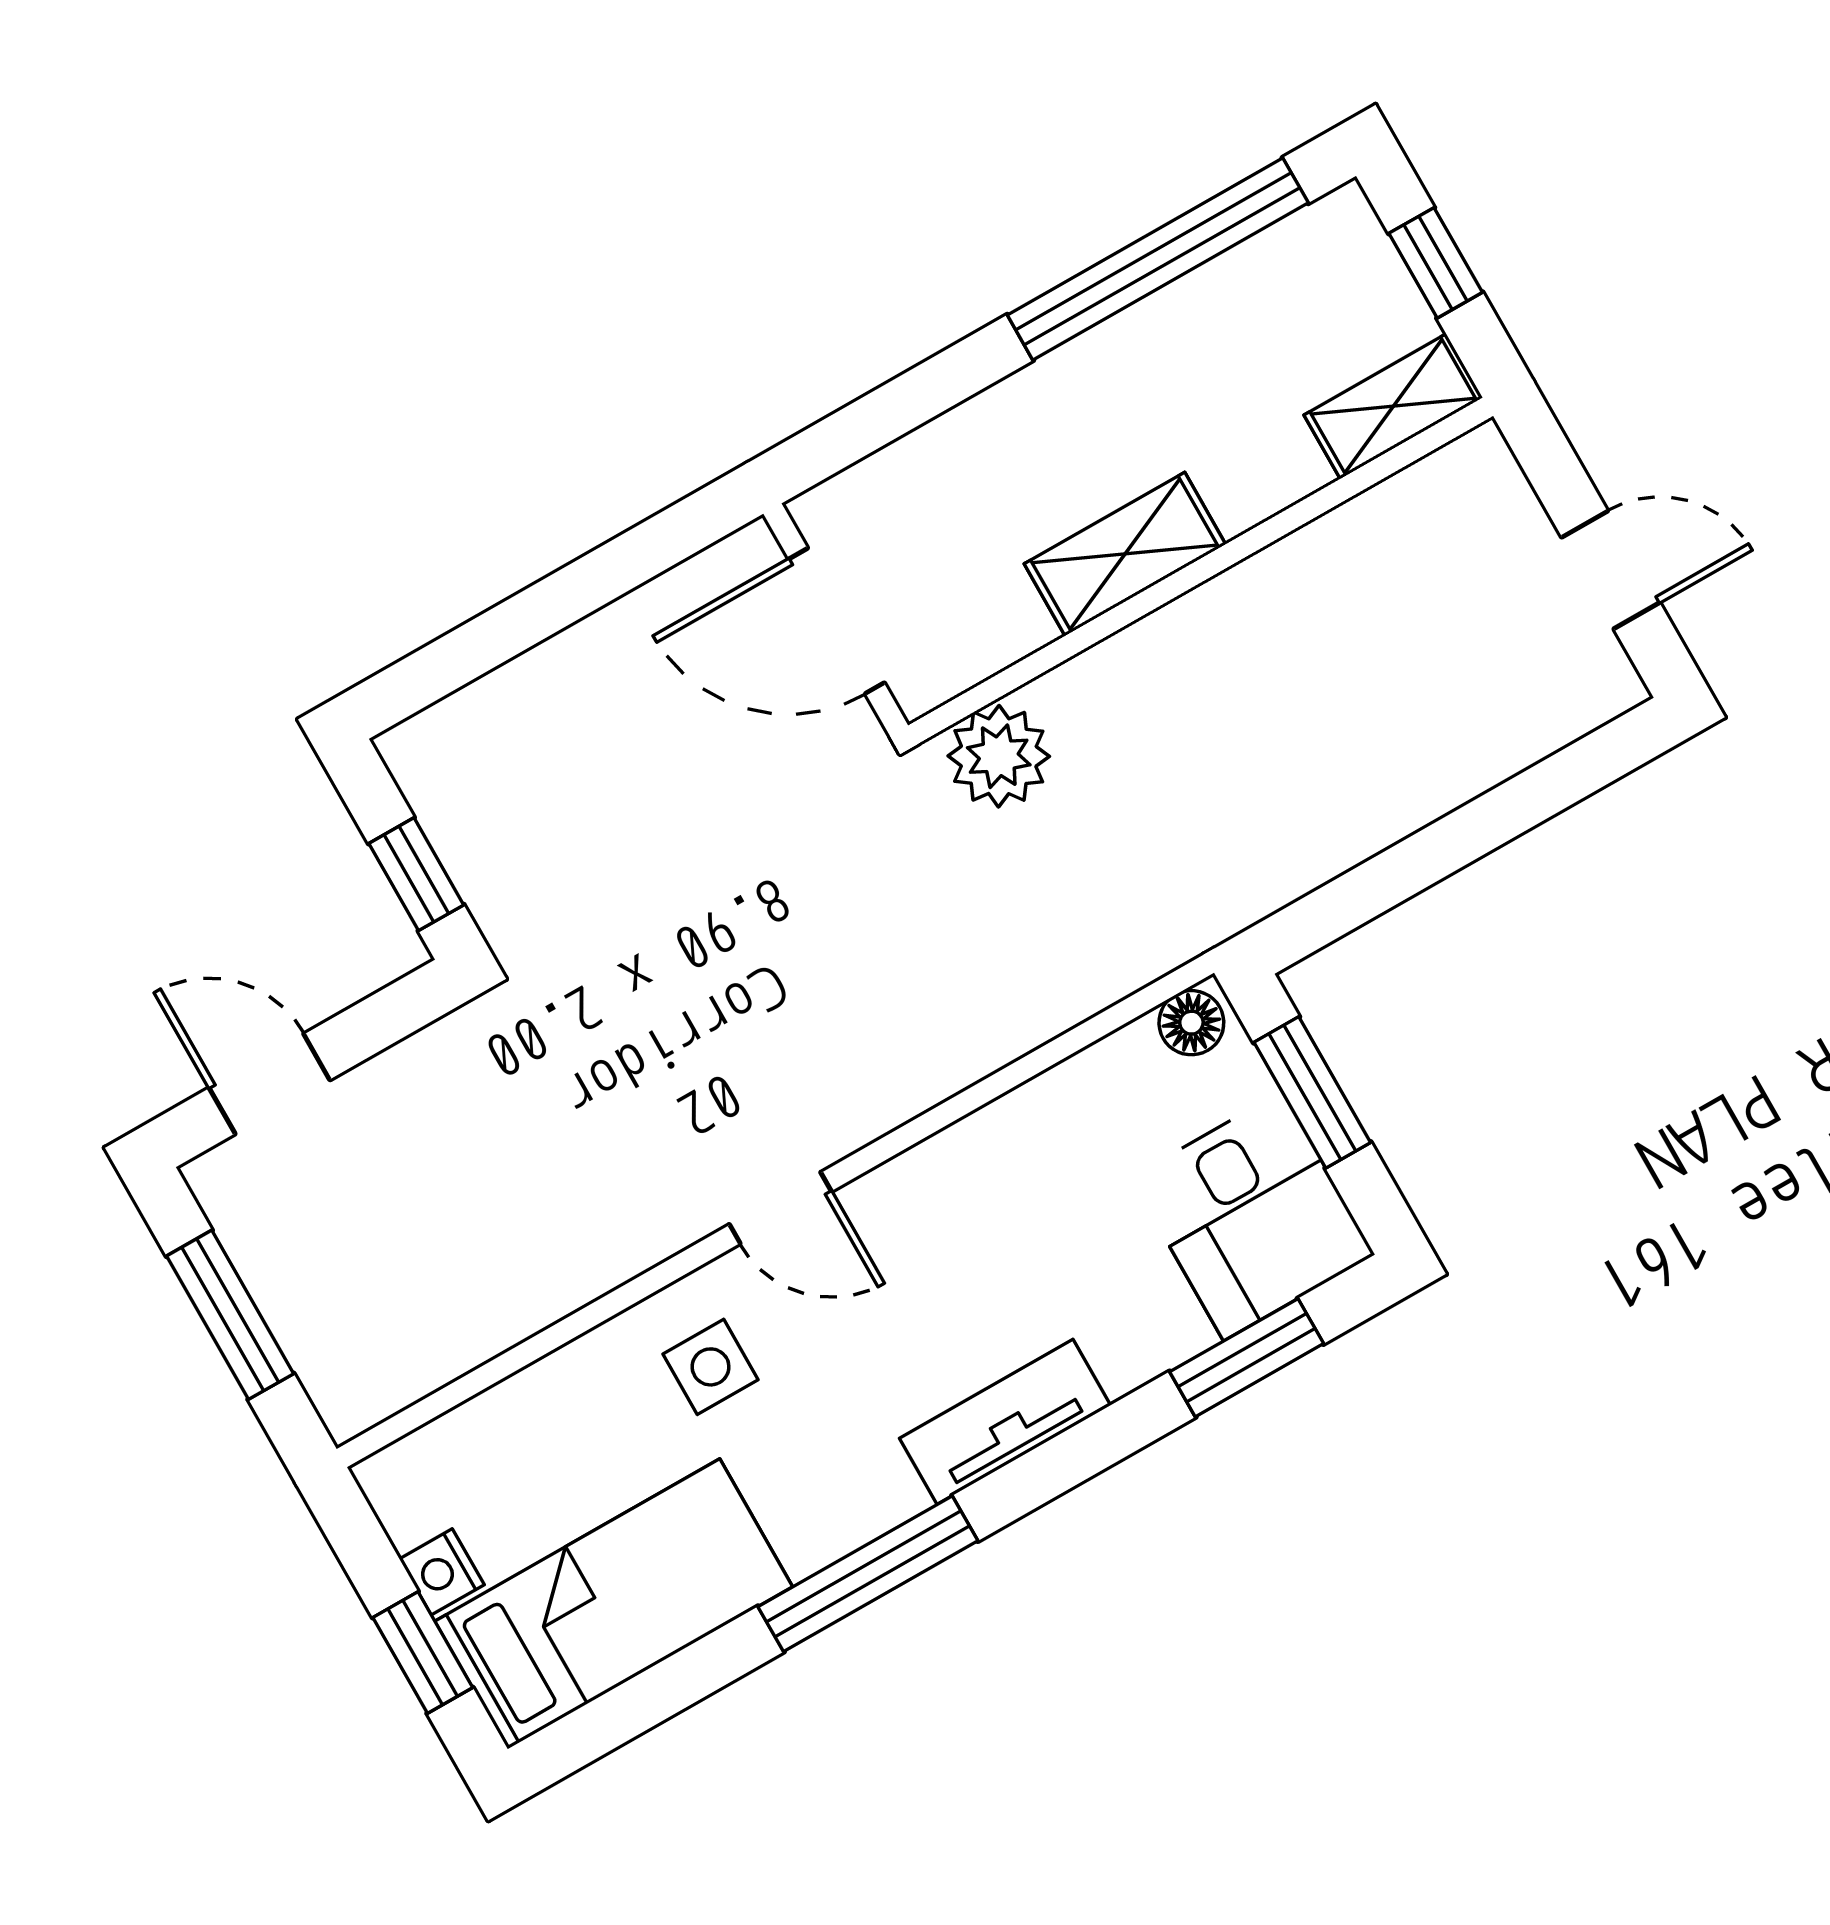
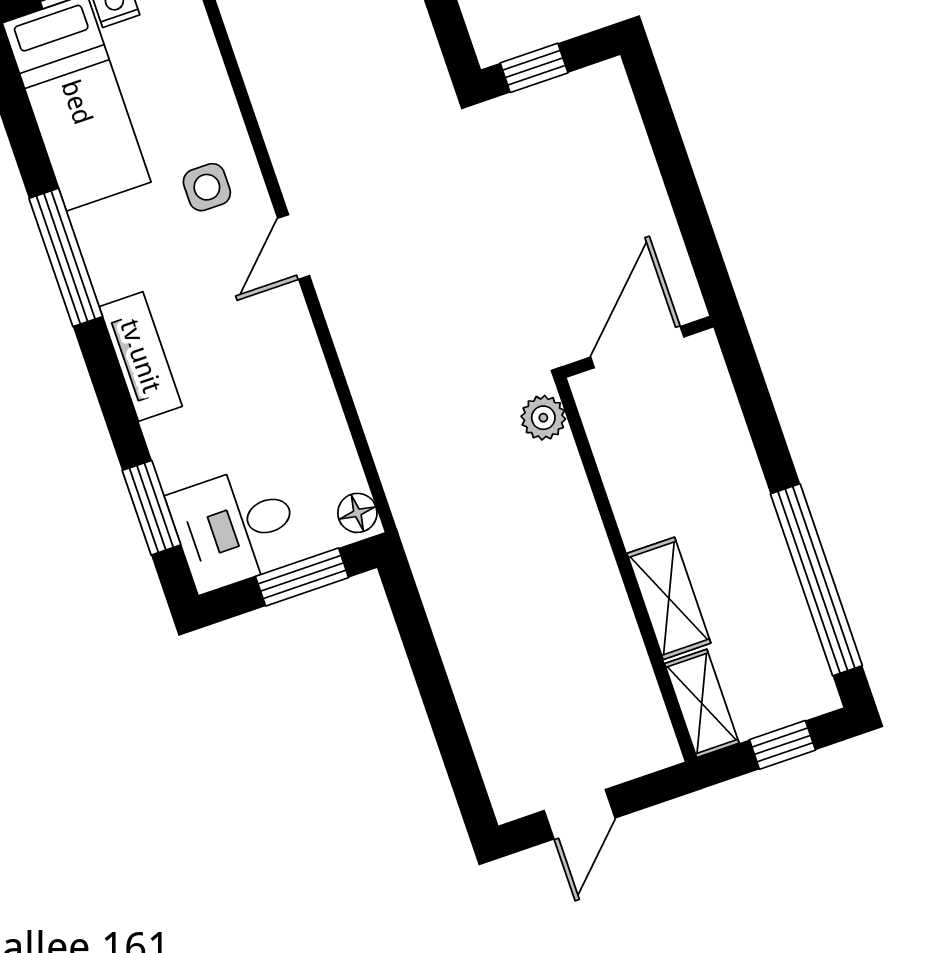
shelving: (1125, 554) -> (669, 598), moved
plant: (999, 756) -> (543, 418), width x0.73, depth x0.73

